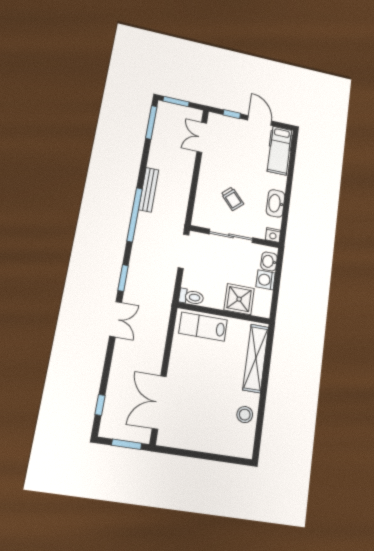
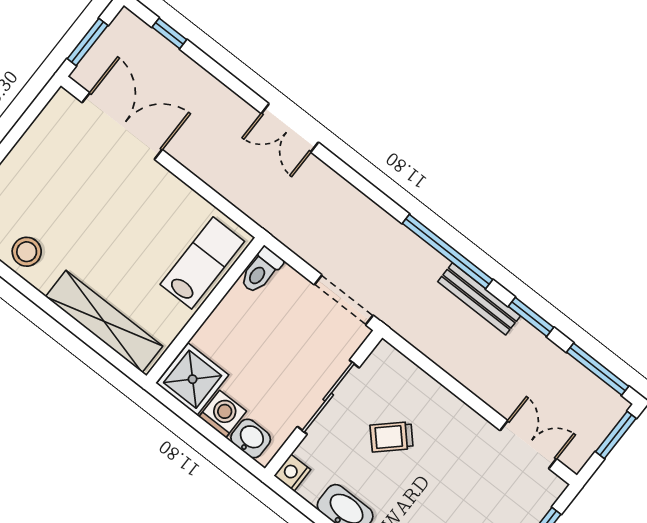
window: (123, 278) -> (531, 317), moved
shower: (239, 299) -> (193, 379), moved

